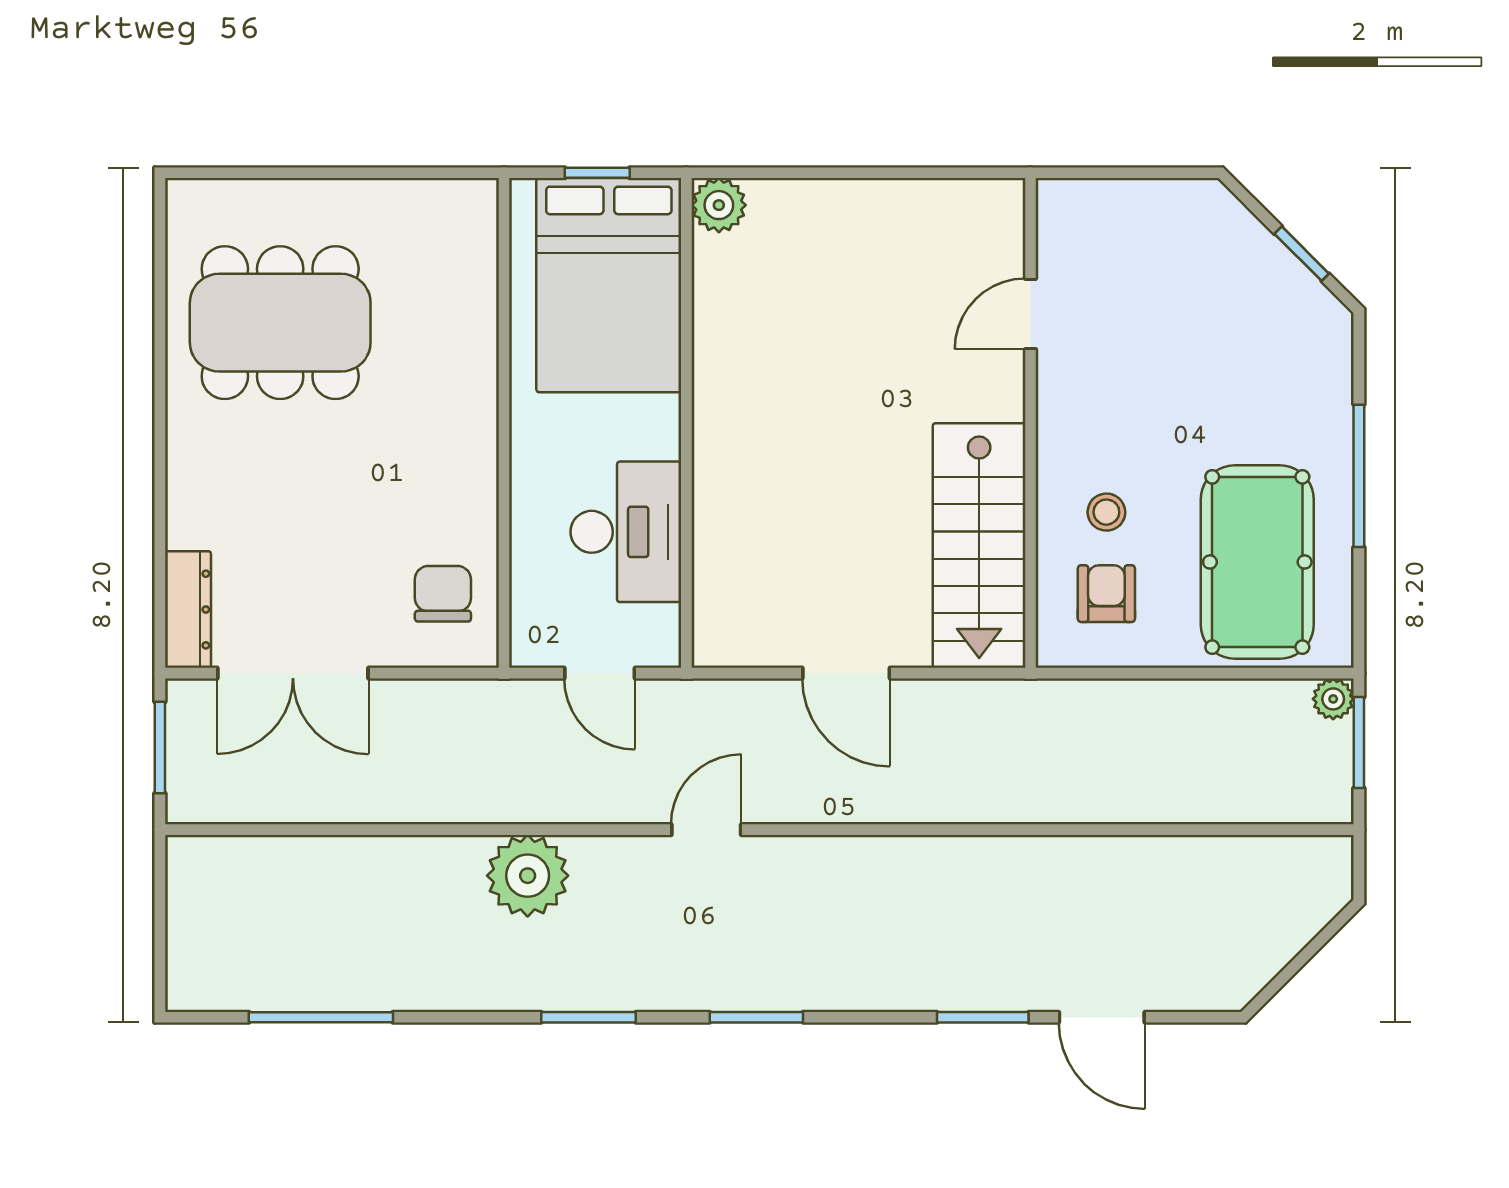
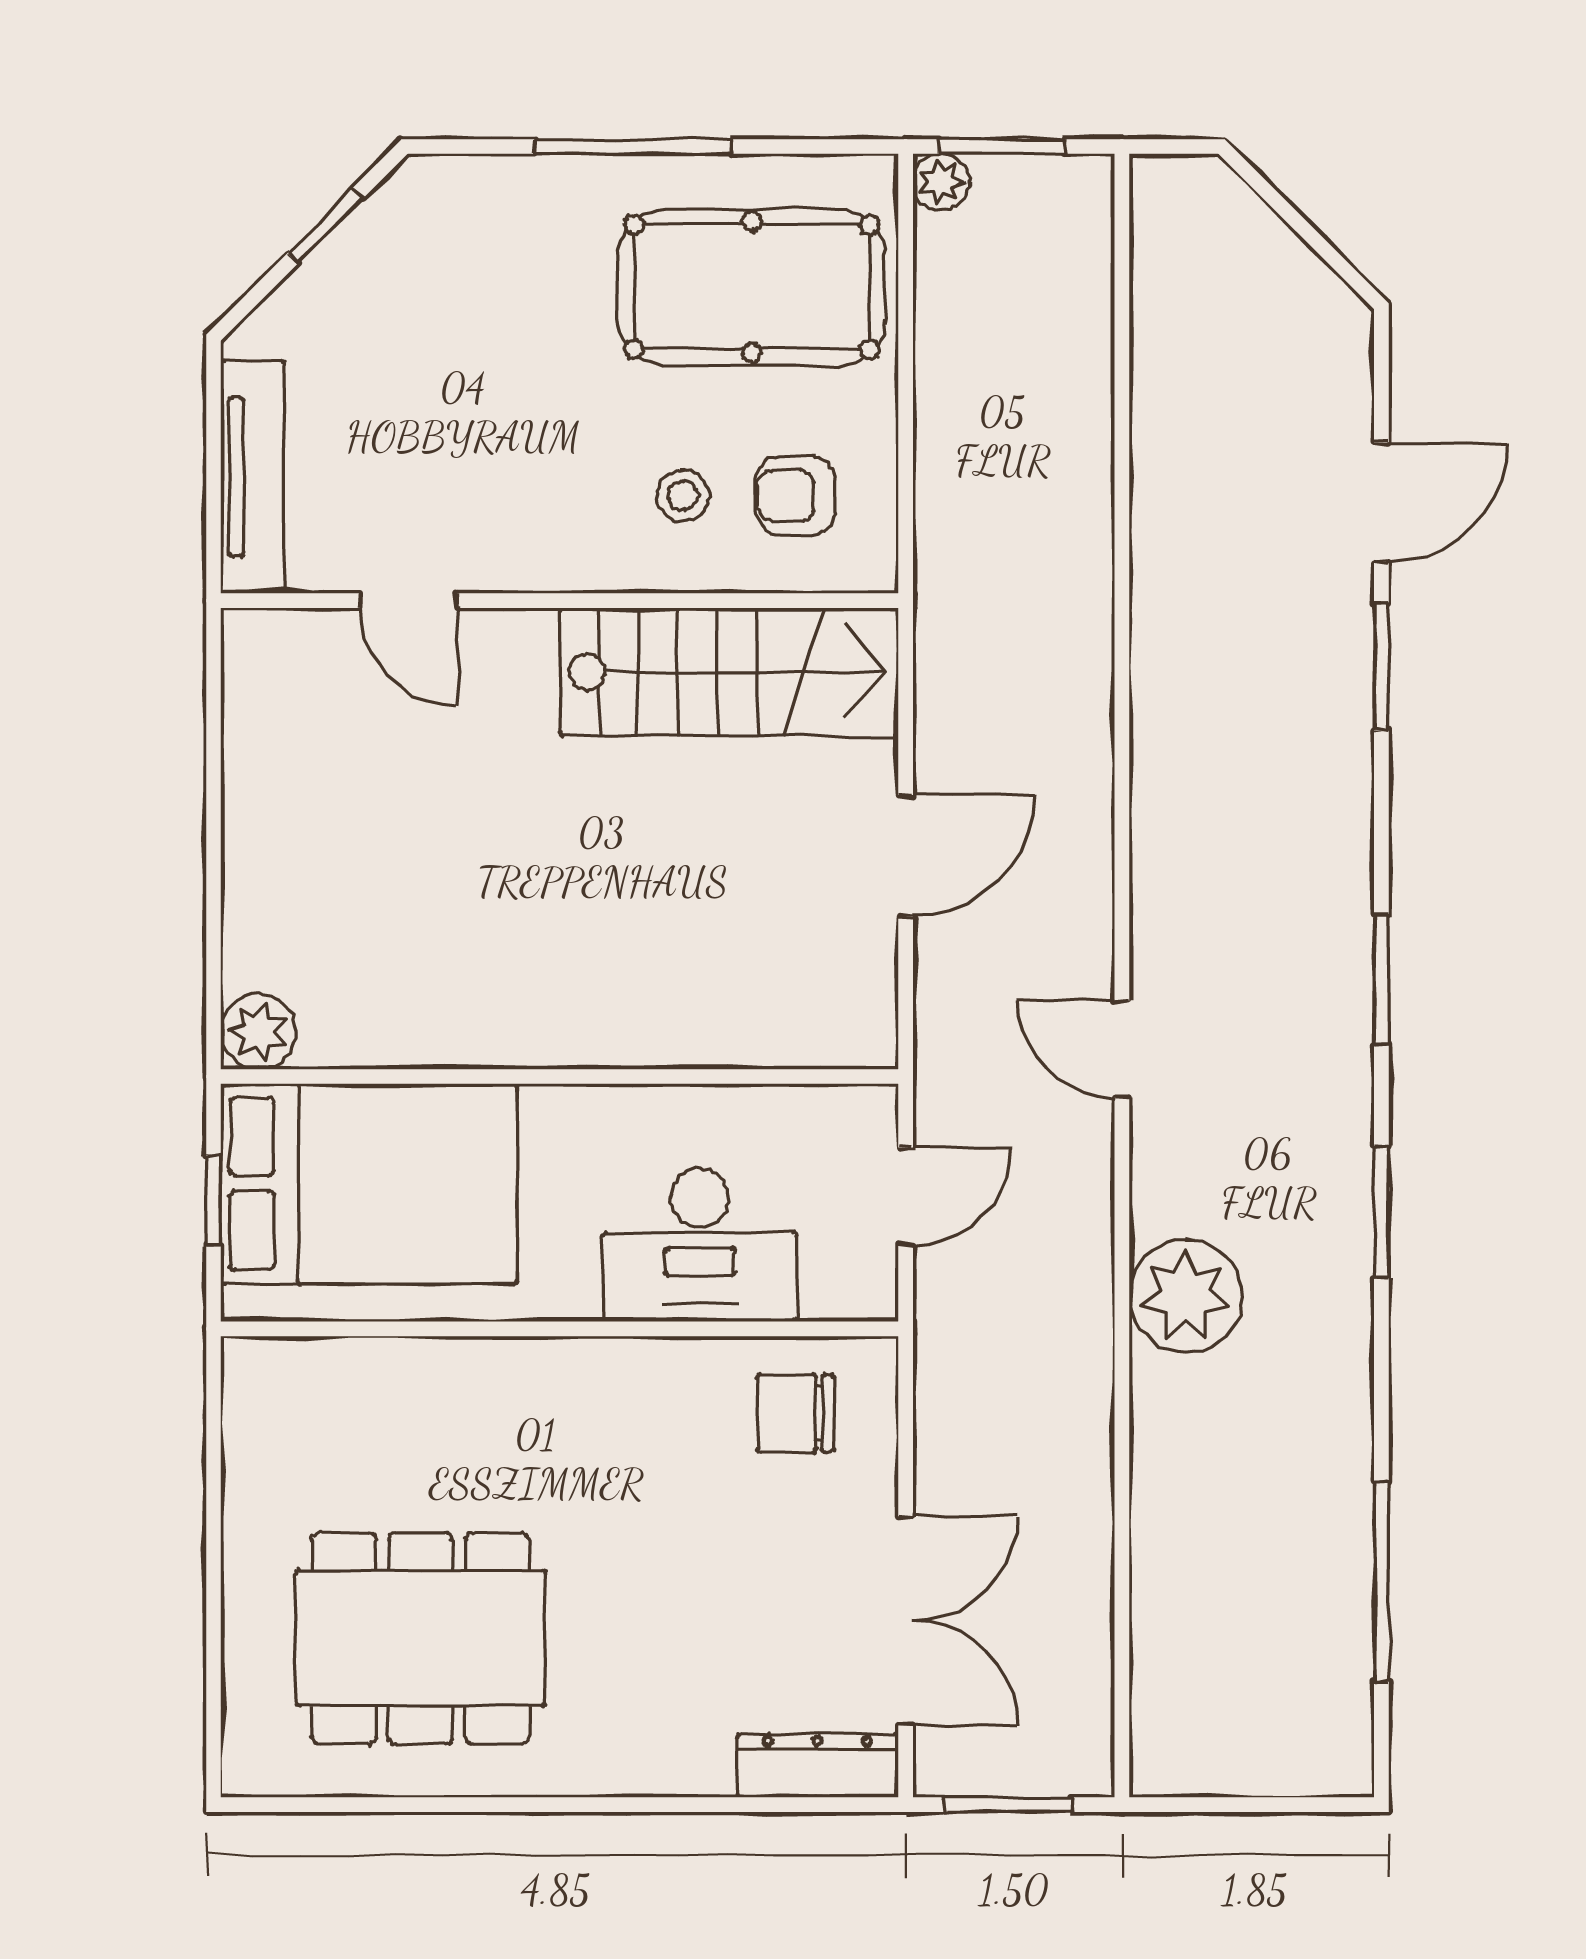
tv unit: (1120, 201) -> (252, 477), added
dining table: (280, 323) -> (421, 1638), turned 90
desk: (626, 532) -> (700, 1245), moved, turned 180

